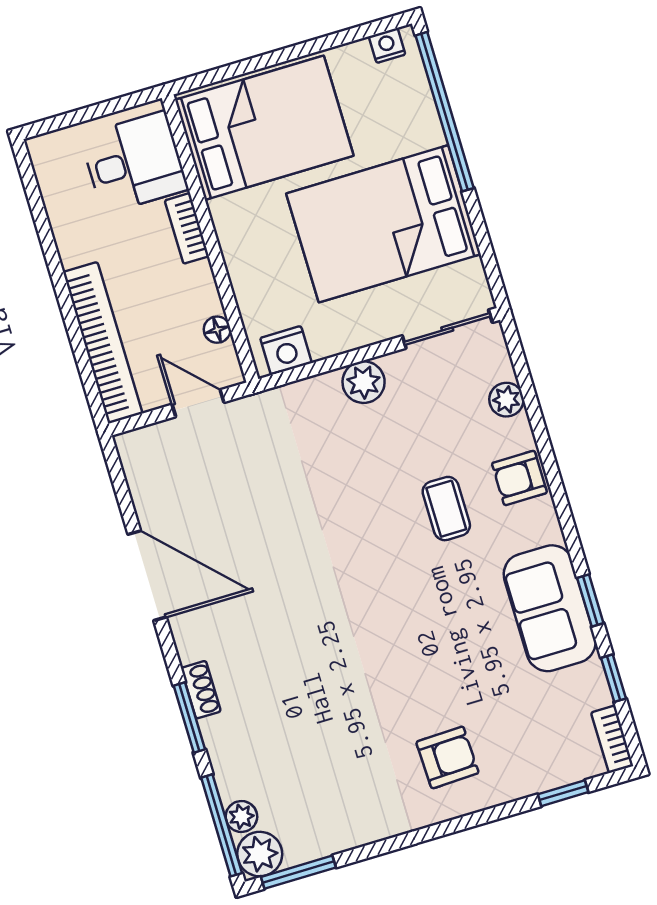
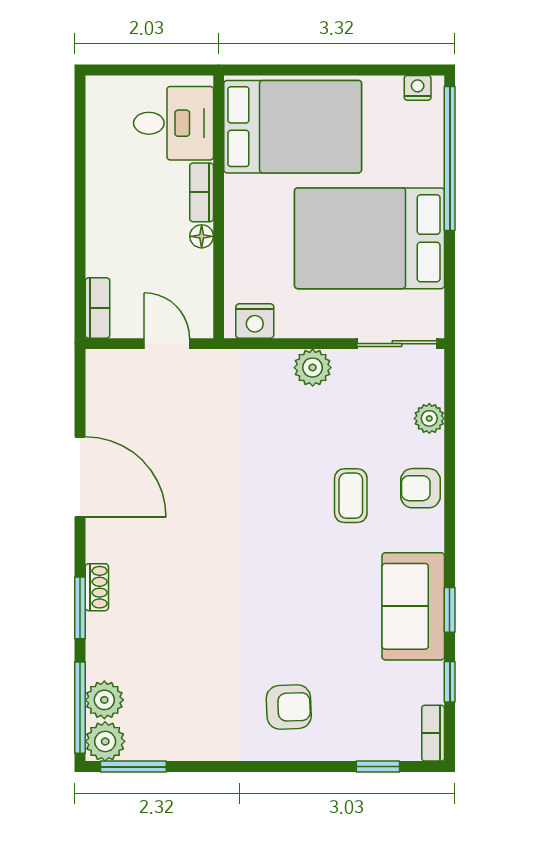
floor lamp: (217, 330) -> (202, 236), moved
bookcase: (103, 343) -> (97, 308), width x0.43, depth x0.76
plant: (241, 817) -> (104, 700), width x1.38, depth x1.38

